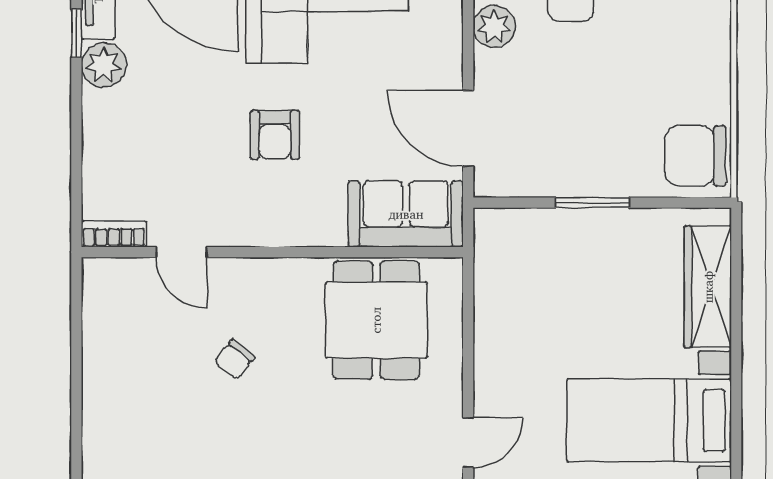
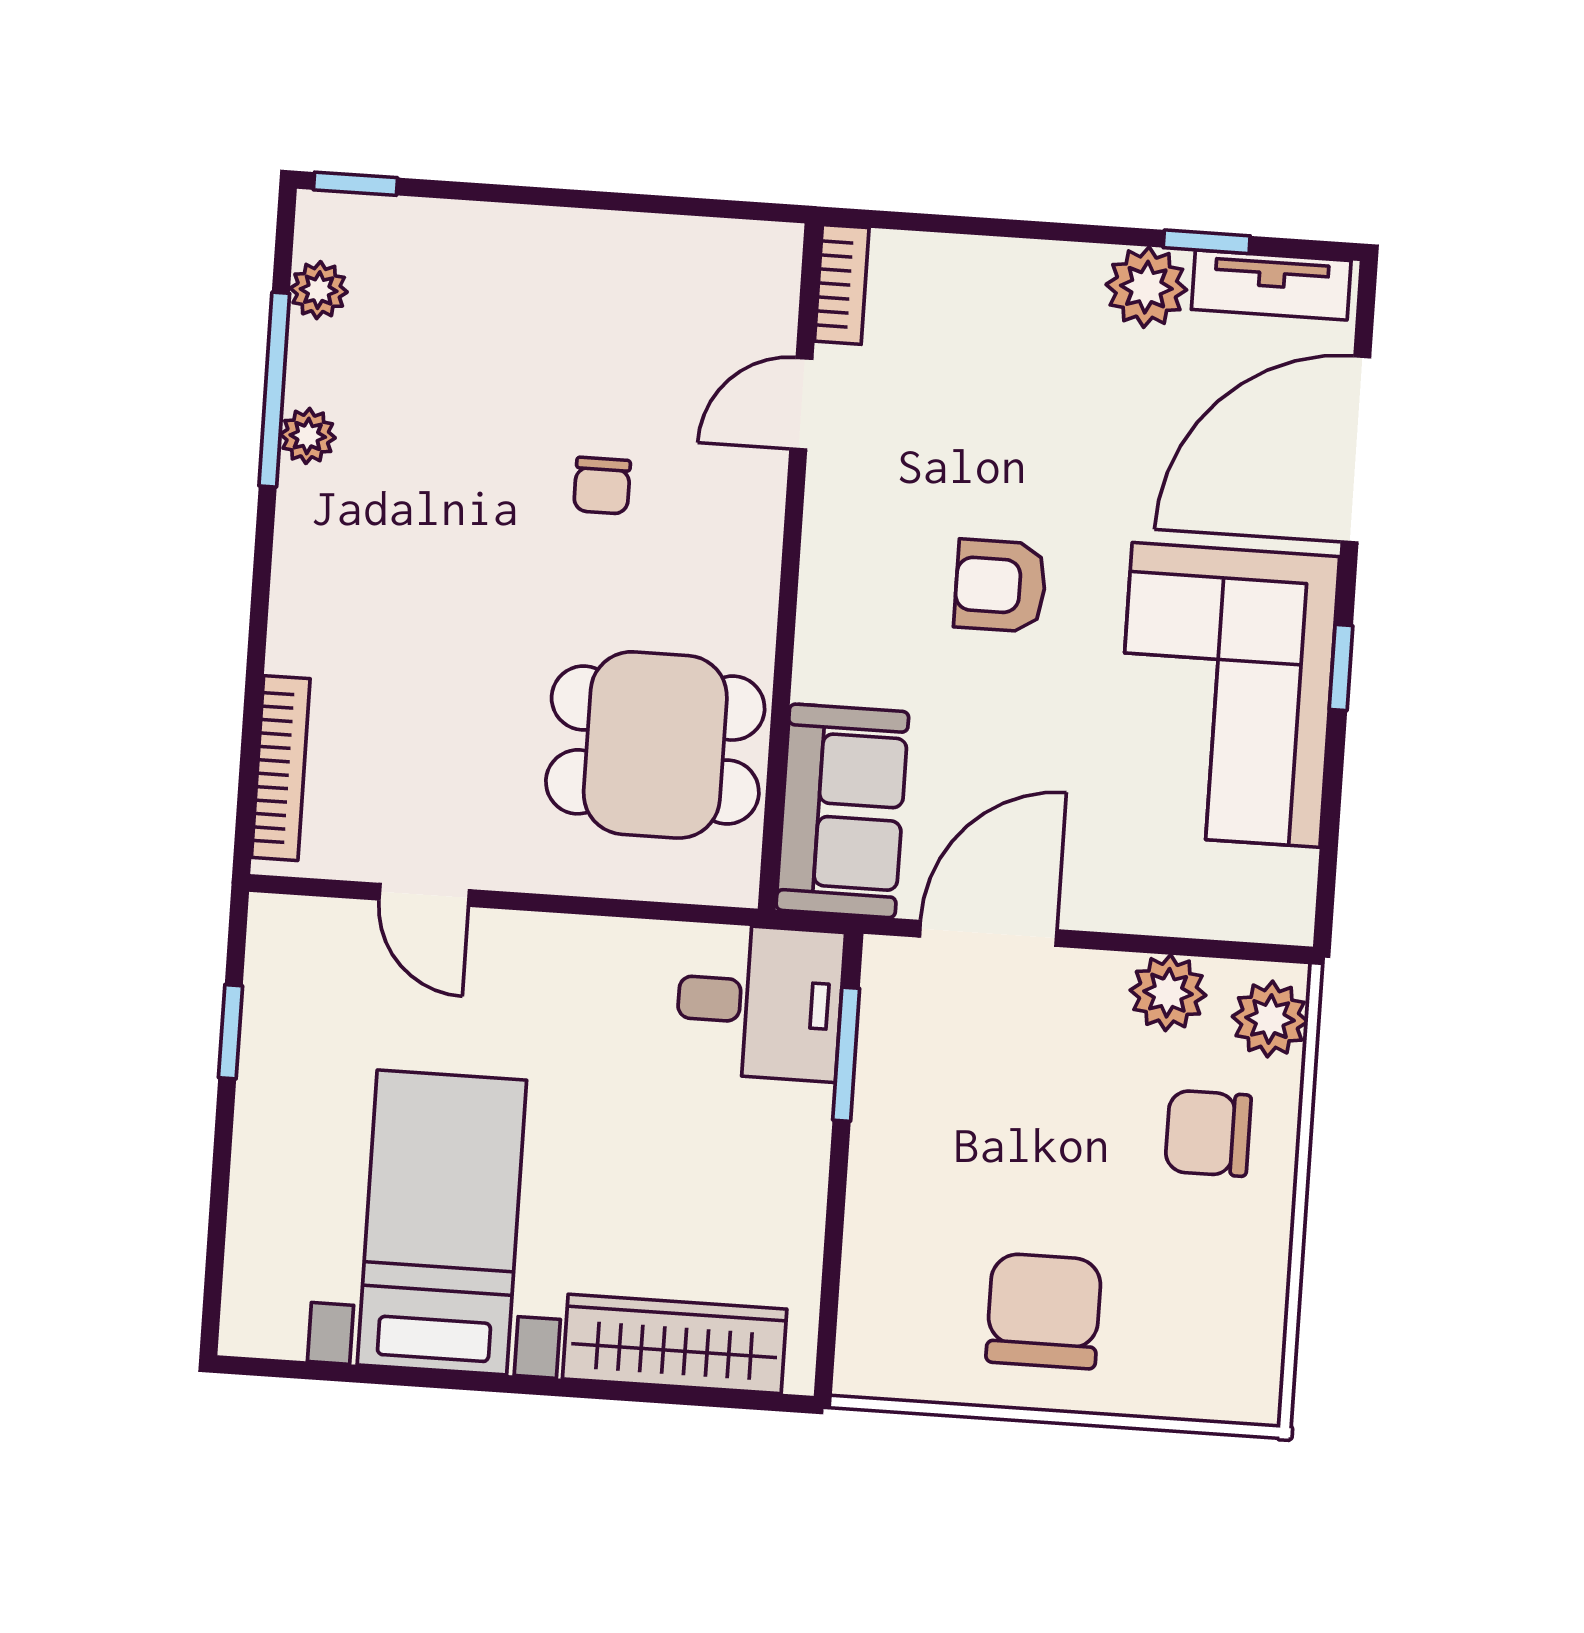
chair: (695, 156) -> (1044, 1311), moved
window: (592, 203) -> (846, 1054), moved
desk: (515, 253) -> (760, 1002), added
chair: (234, 359) -> (602, 486), turned -129

